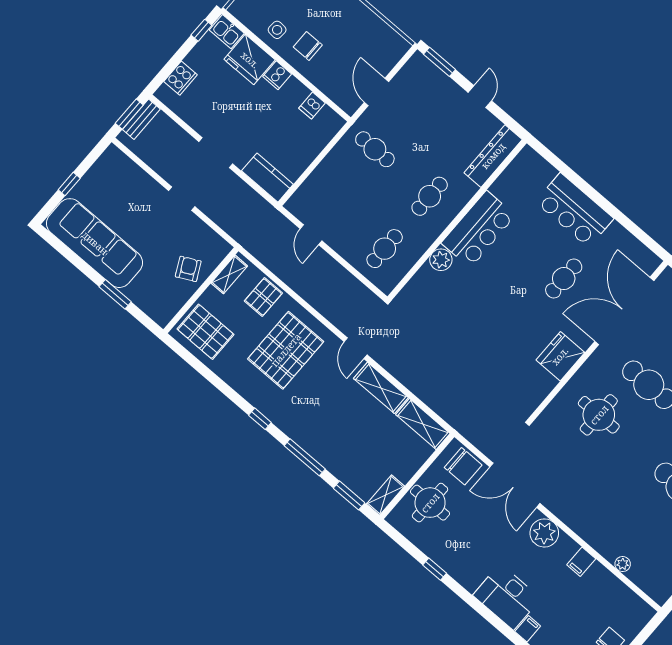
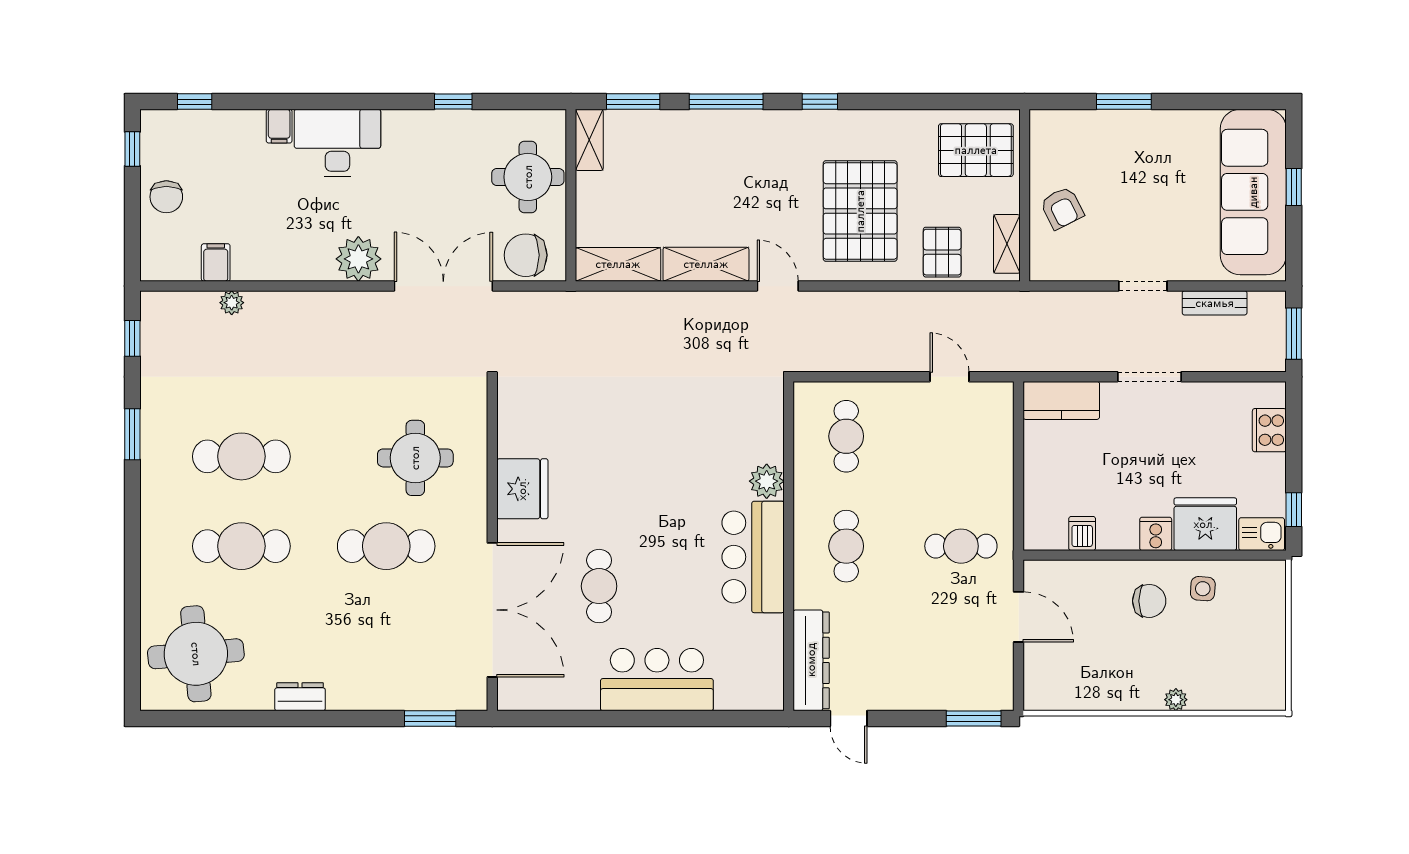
door: (480, 97) -> (849, 718), moved
bench: (141, 119) -> (1215, 303), moved, turned 90
sofa: (95, 243) -> (1253, 192), moved, turned 90
filing cabinet: (581, 562) -> (216, 262), moved

